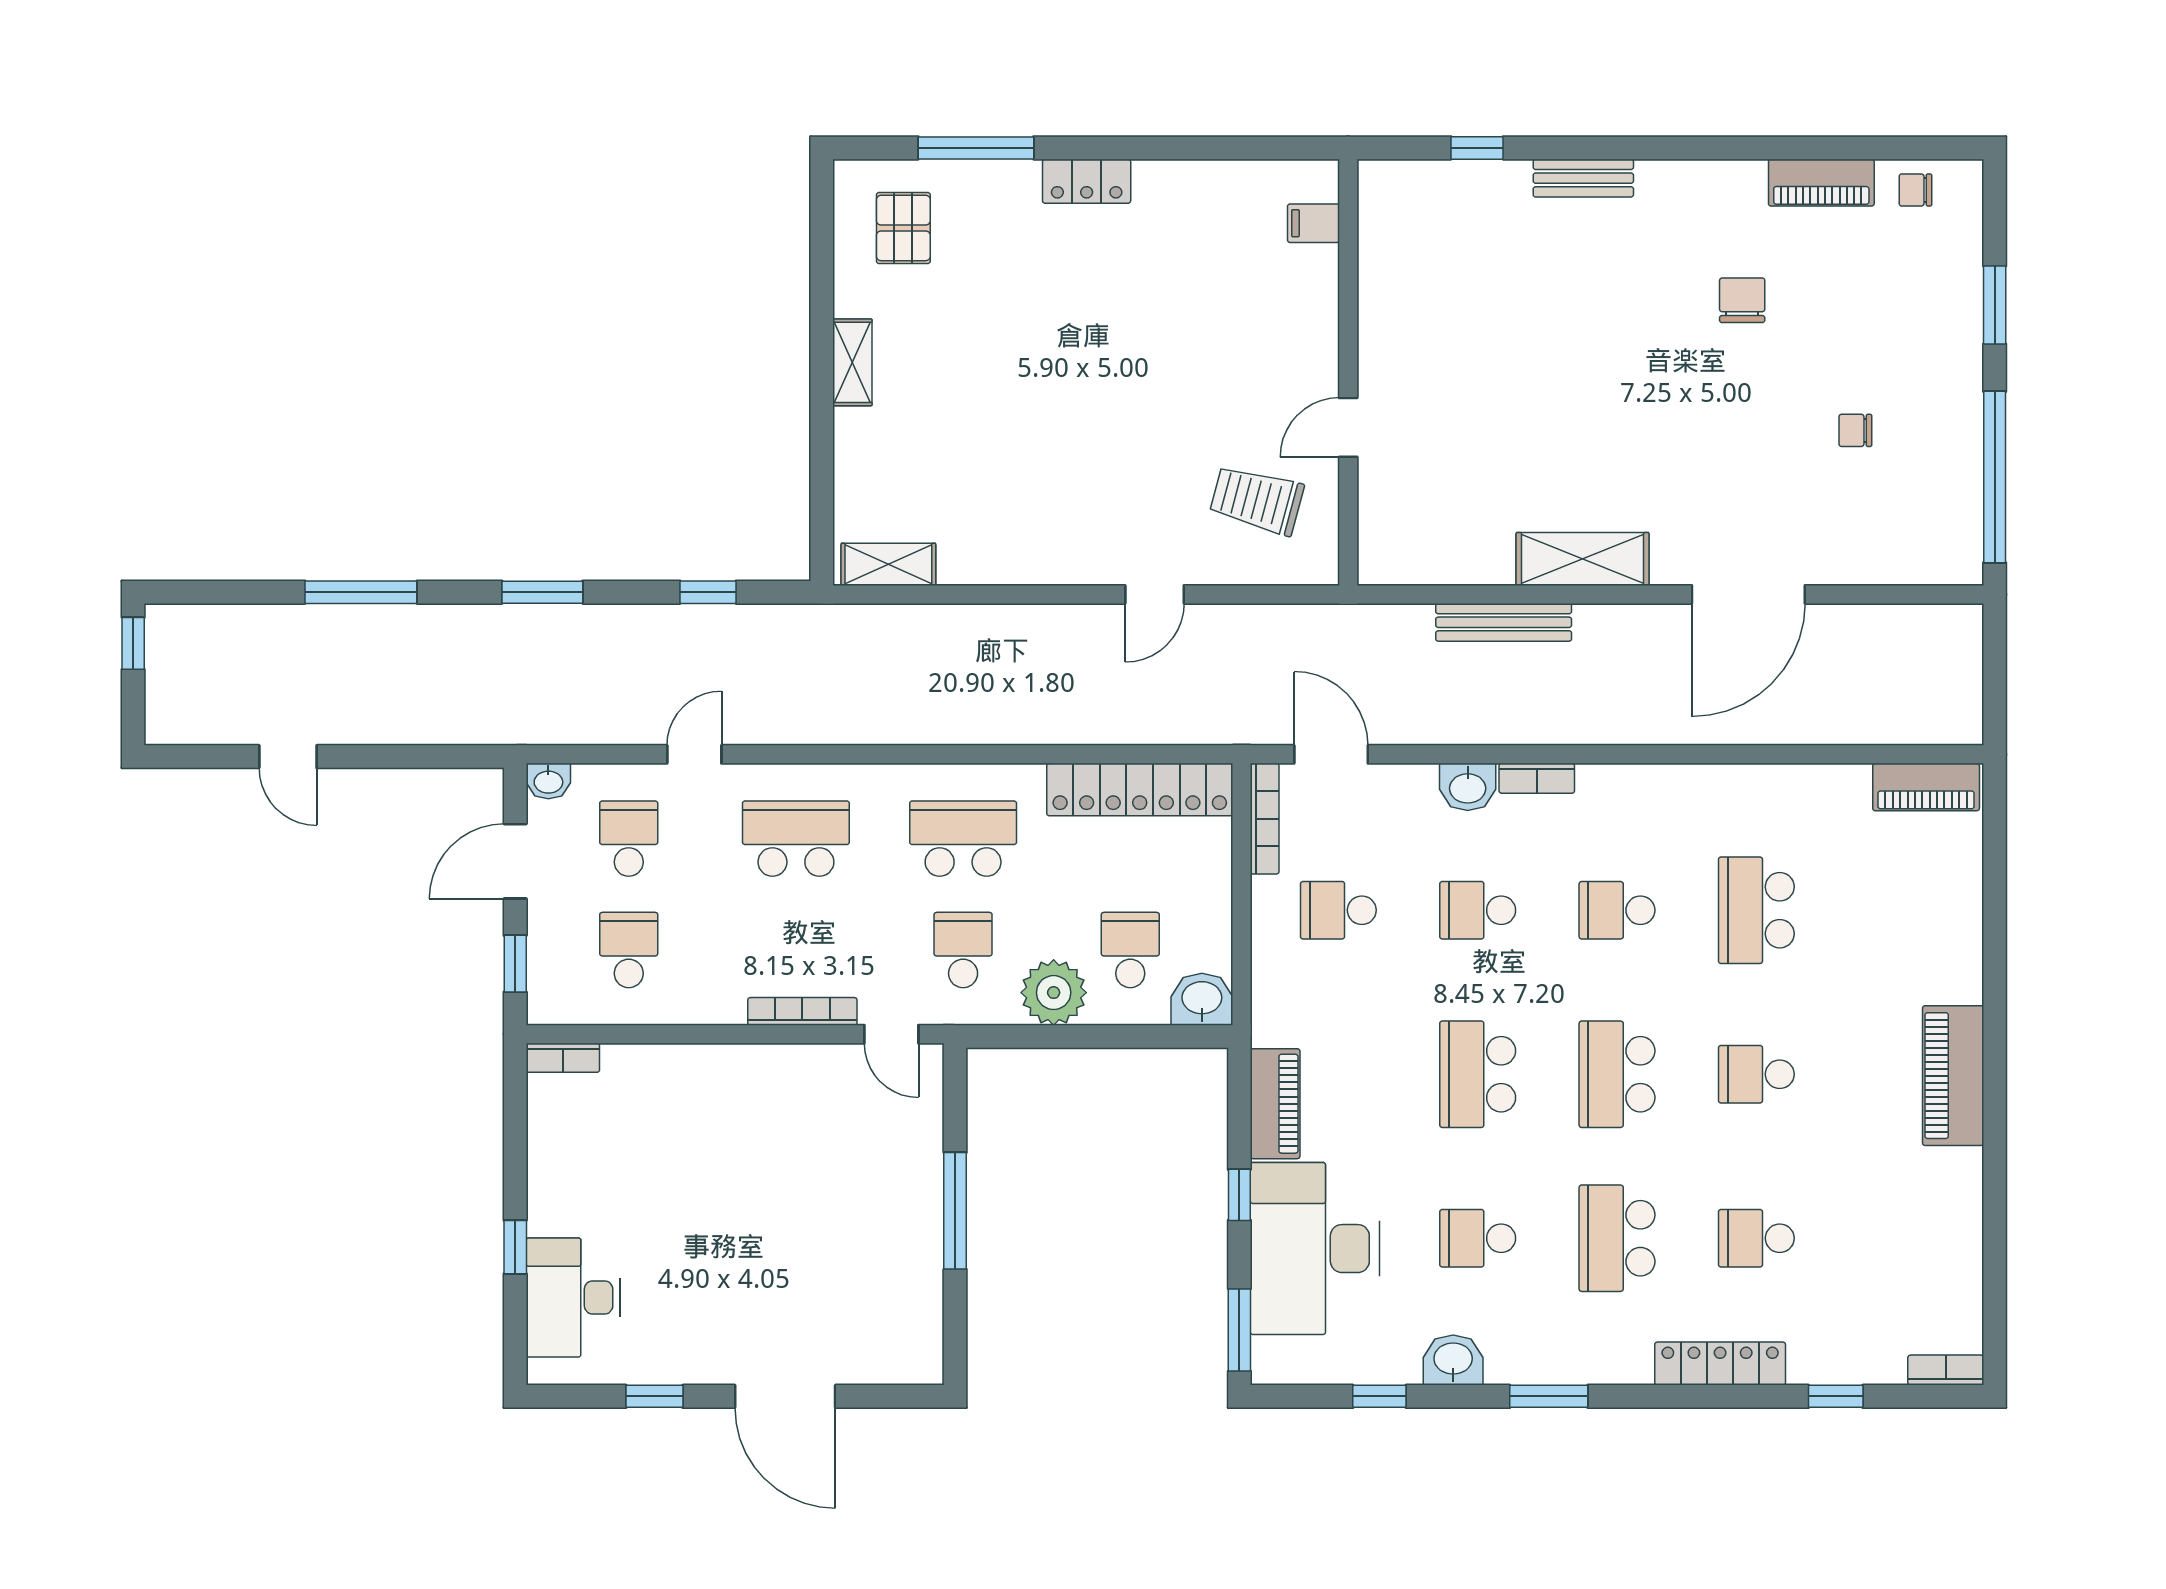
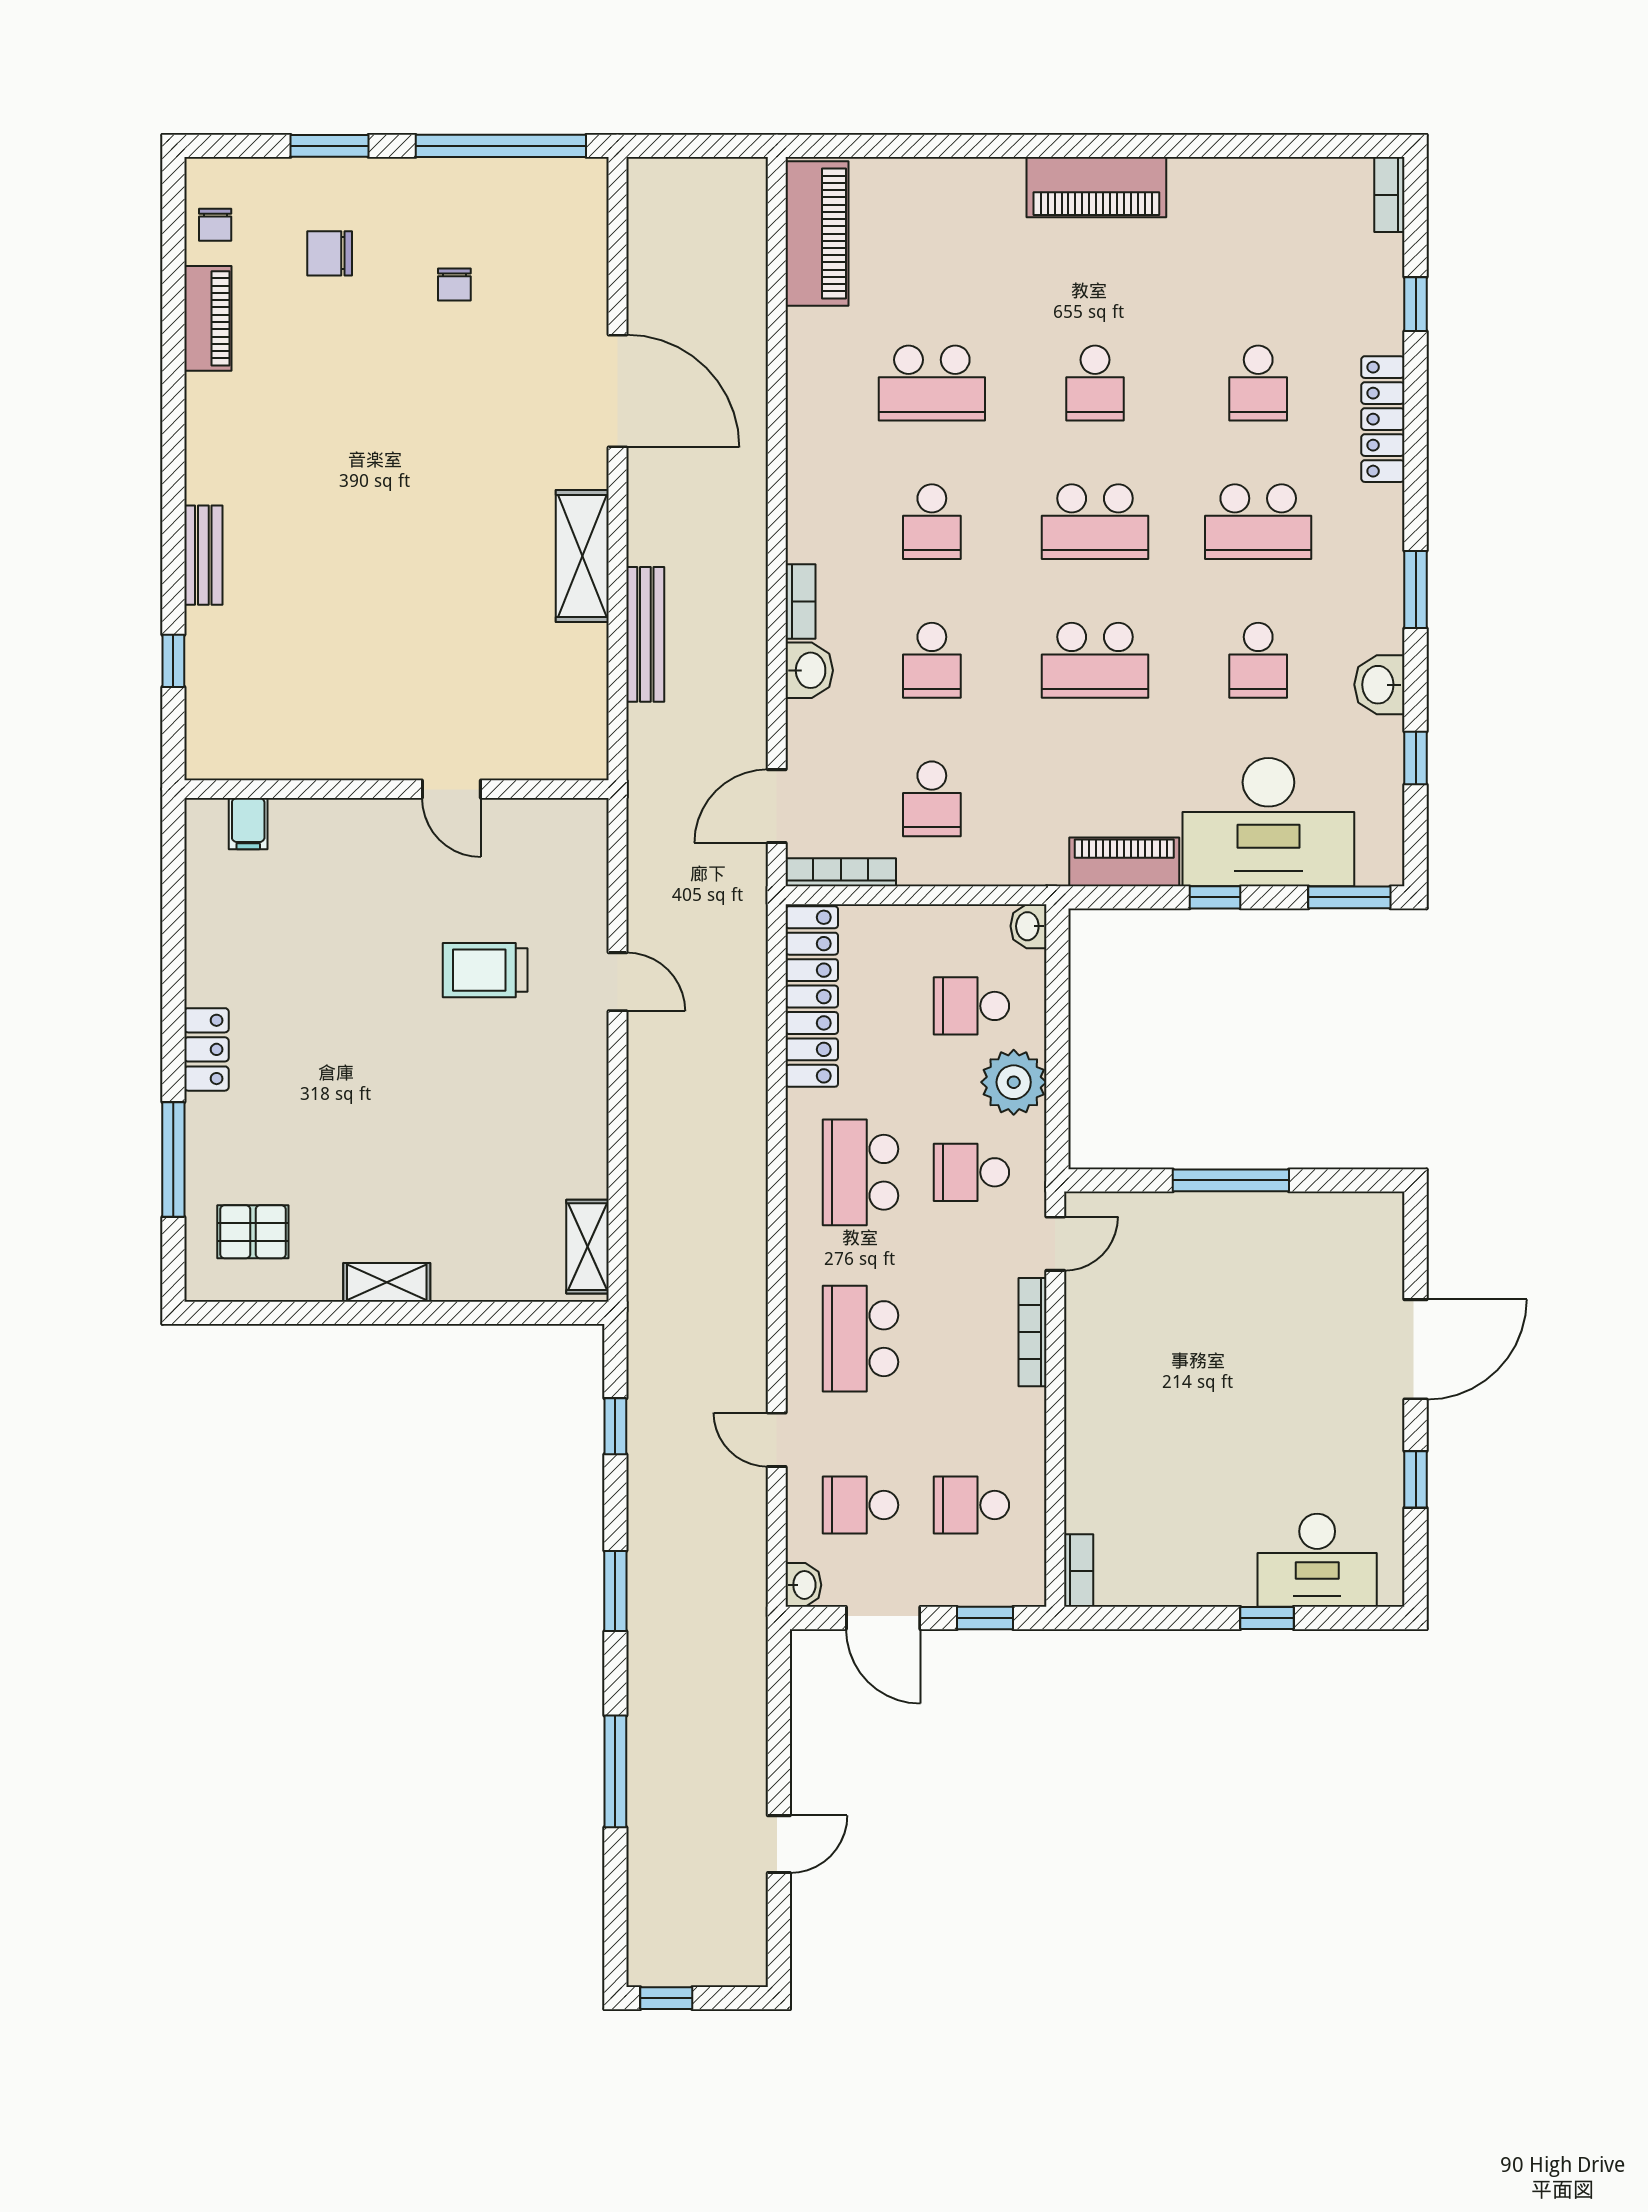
chair: (1742, 300) -> (330, 253), moved
trolley: (1257, 500) -> (485, 970), moved, turned 75
piano: (1926, 787) -> (817, 234), width x1.37, depth x1.33
washbasin: (1202, 999) -> (1028, 926), width x0.72, depth x0.69

